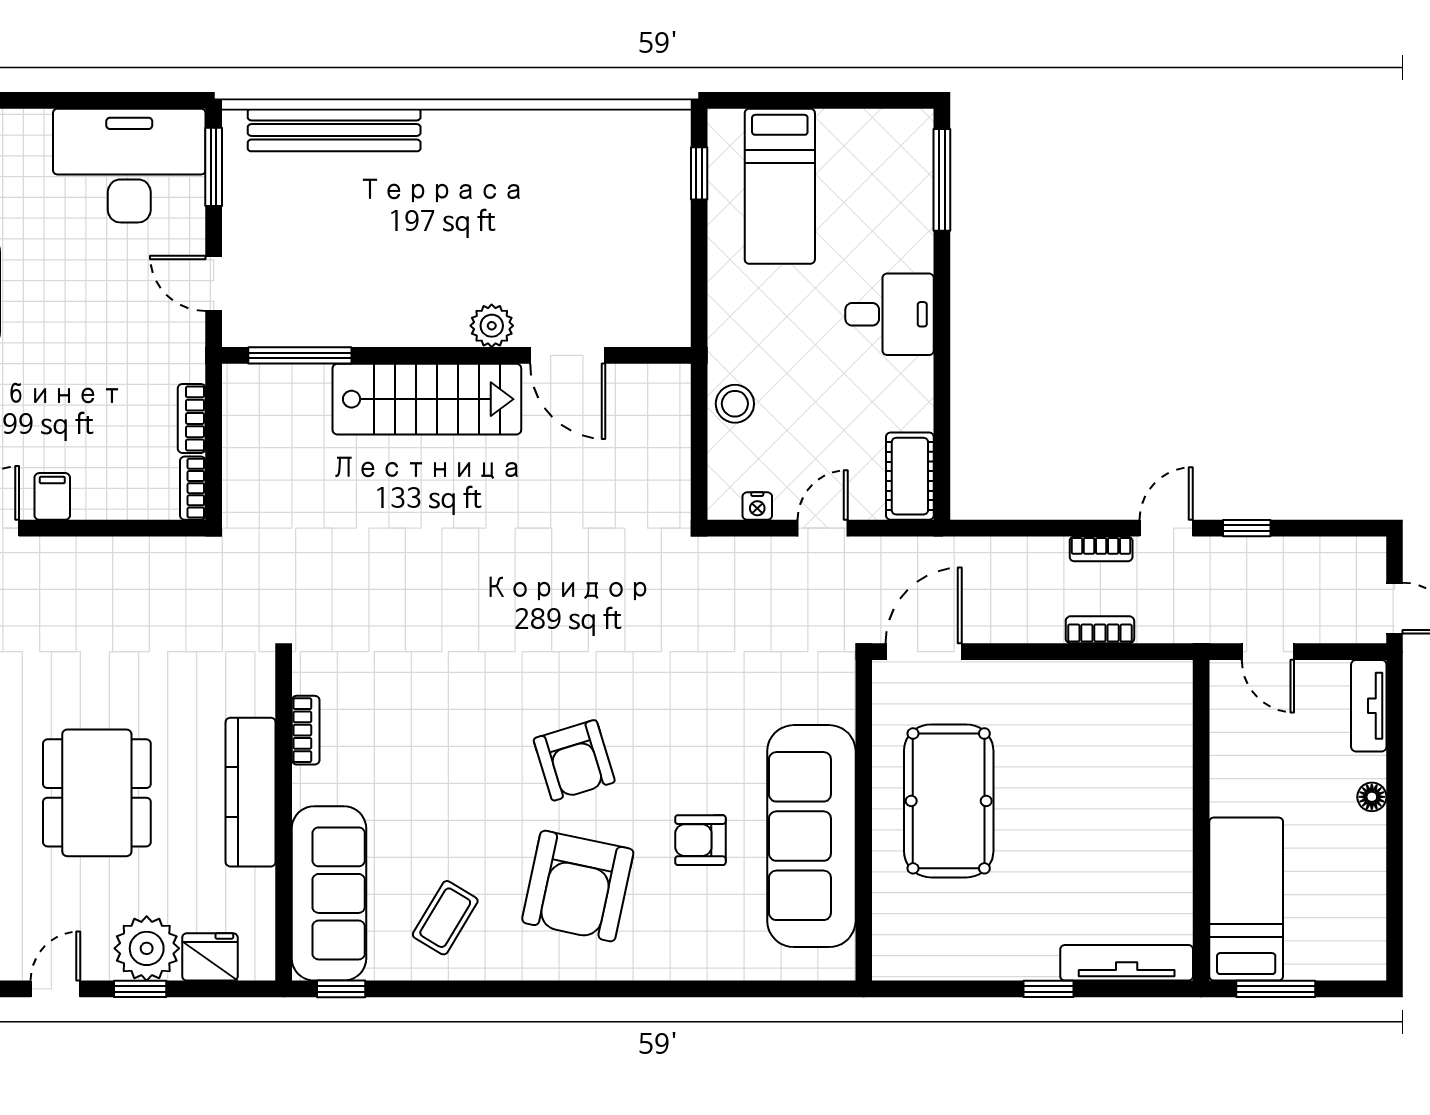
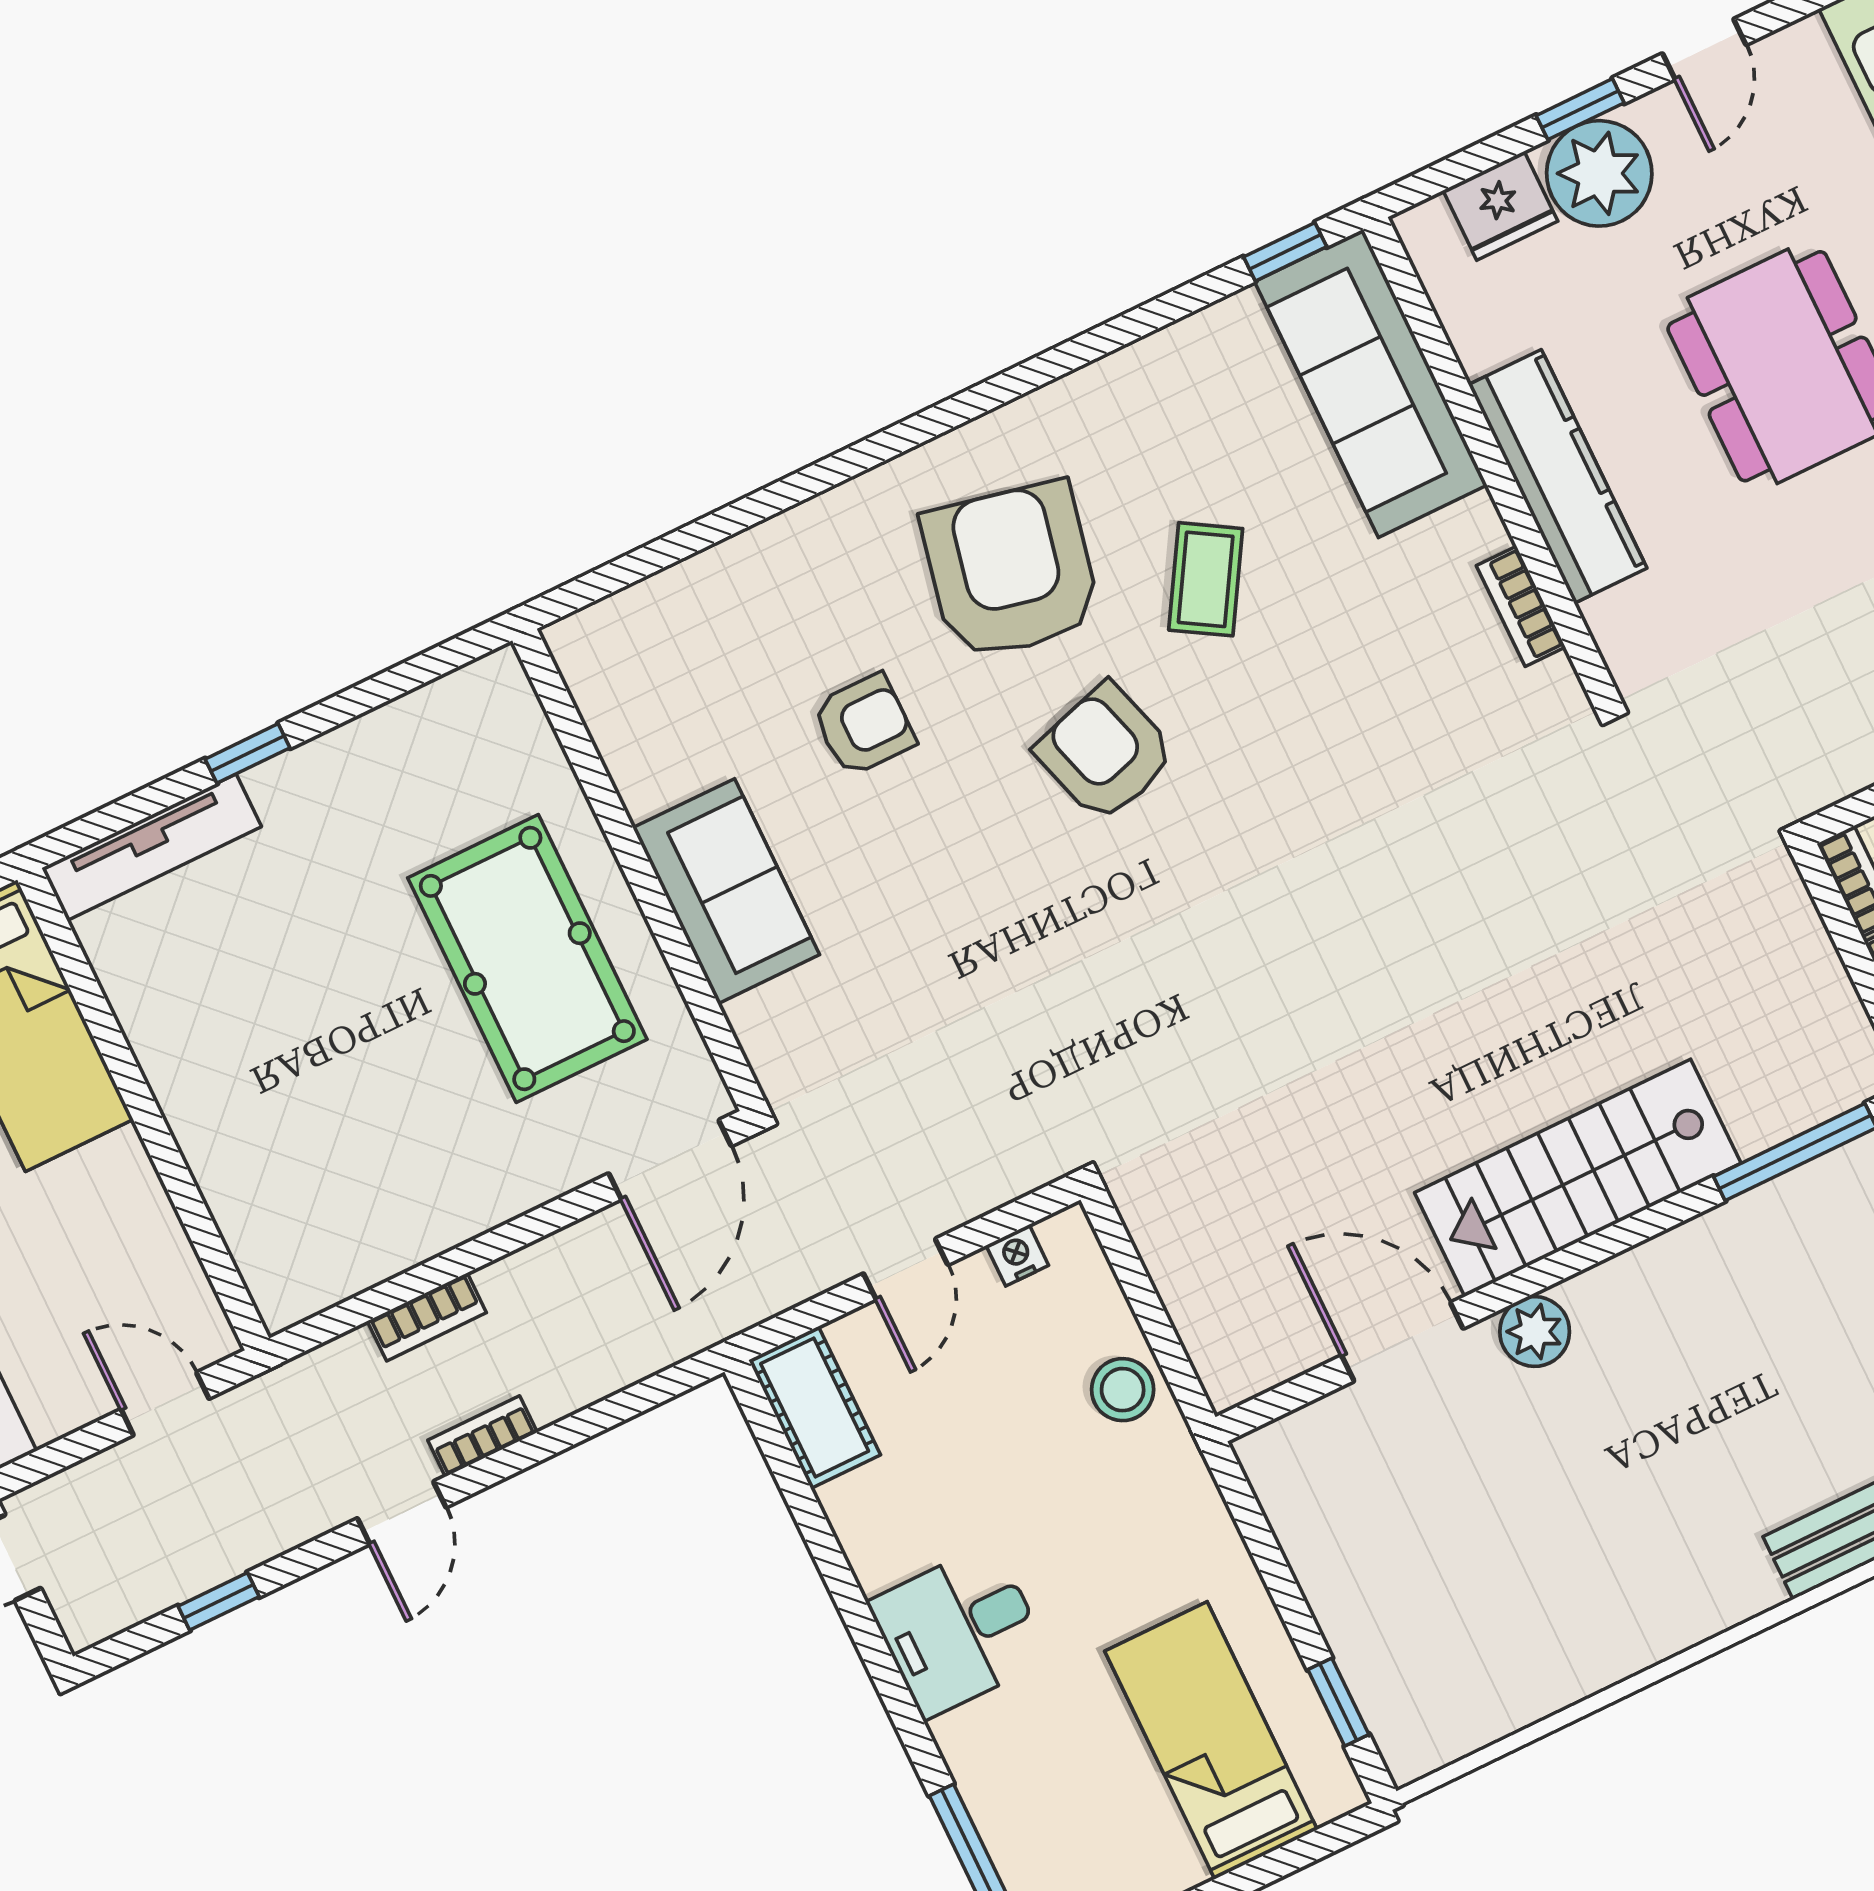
window: (1247, 528) -> (219, 1601), moved
sofa: (811, 836) -> (726, 891), width x0.54, depth x0.79
coffee table: (445, 918) -> (1206, 579), moved

